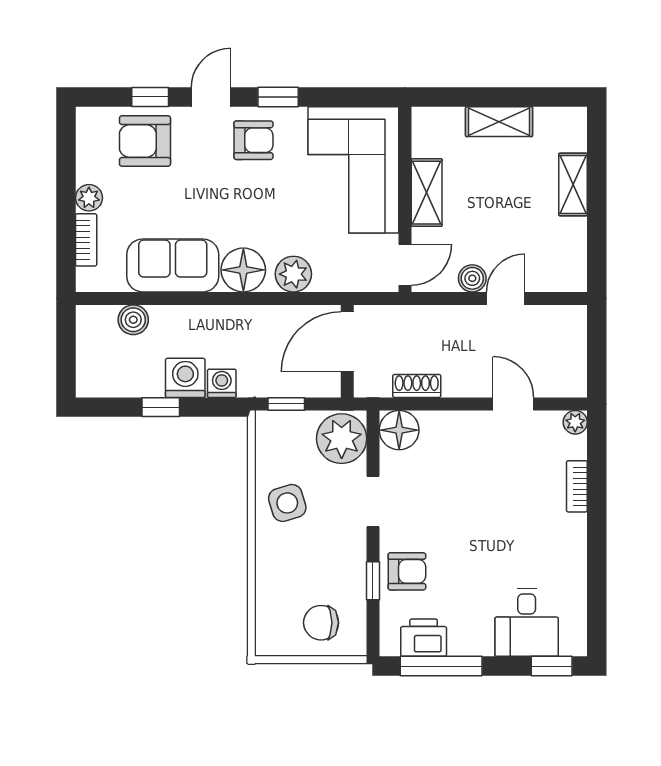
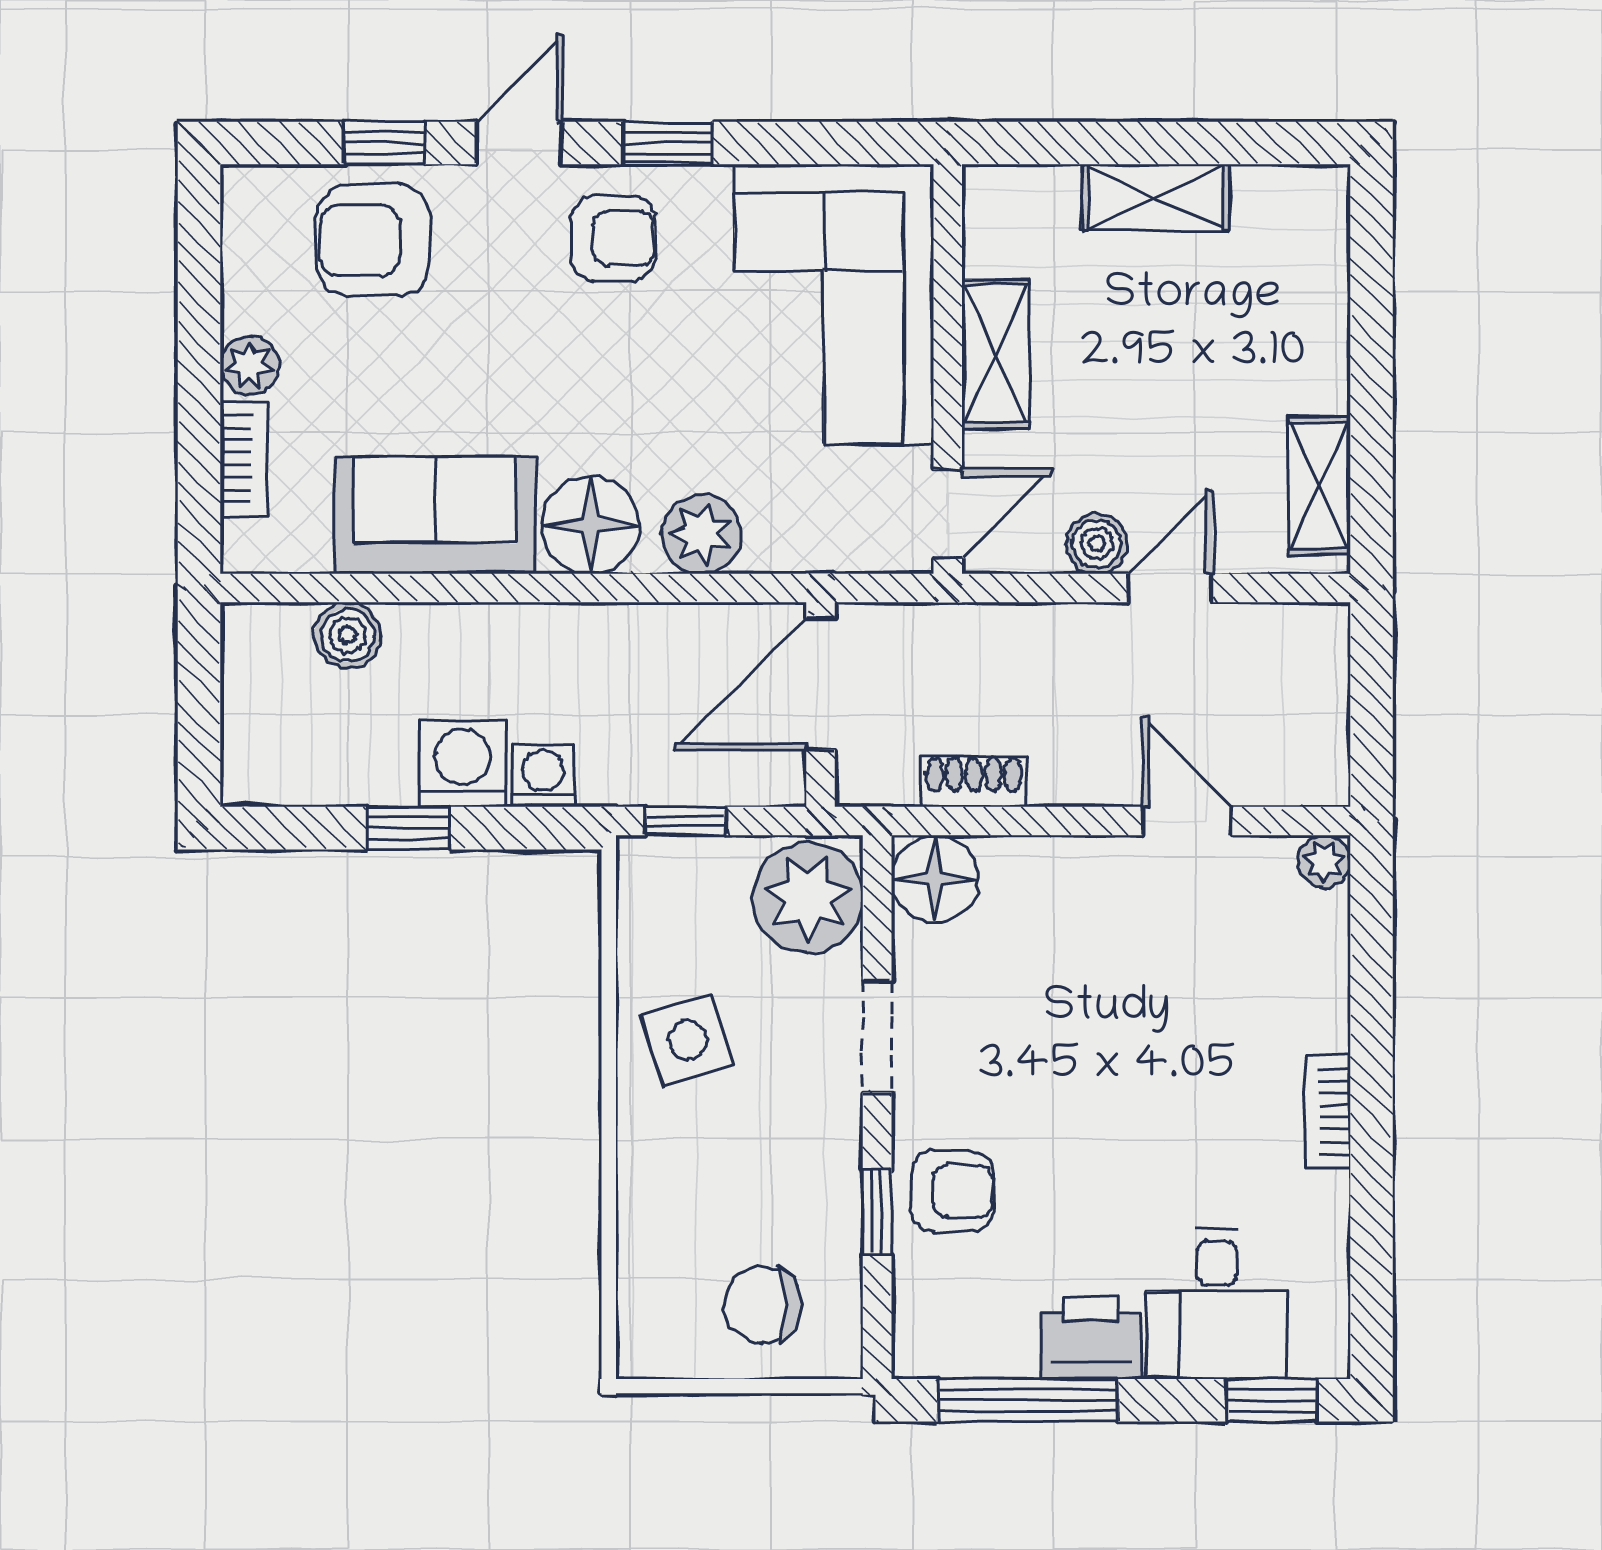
shelving: (573, 184) -> (1319, 485), moved
bookcase: (577, 486) -> (1328, 1112), moved
printer: (424, 638) -> (1091, 1338), moved

